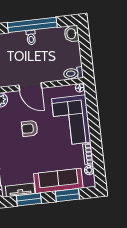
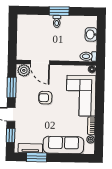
window: (32, 25) -> (59, 11), width x0.47
washbasin: (72, 34) -> (91, 34), moved
door: (30, 87) -> (40, 62), moved
window: (67, 195) -> (69, 158), removed

